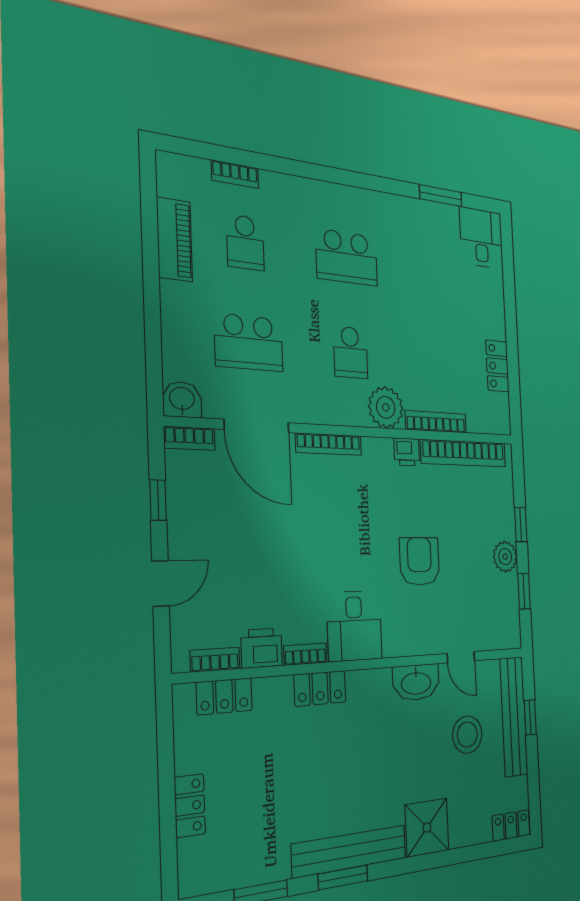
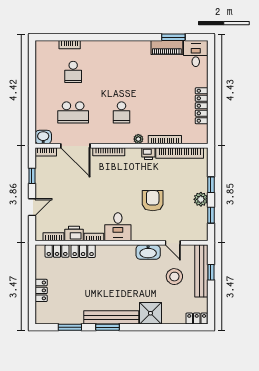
piano: (174, 239) -> (167, 48), moved, turned 90
school desk: (347, 257) -> (121, 72), removed
locker: (497, 366) -> (202, 106), width x1.53
plant: (386, 407) -> (138, 139), width x0.53, depth x0.53
locker: (320, 688) -> (83, 251), moved

